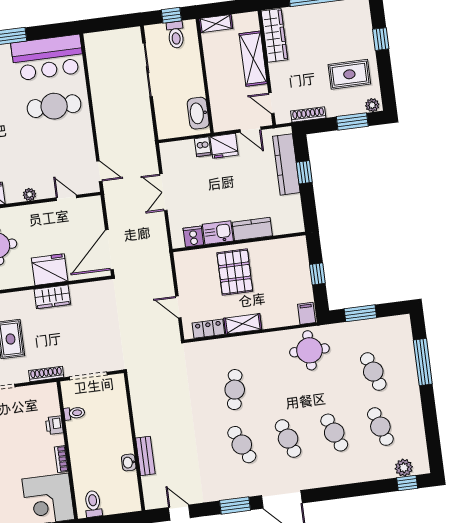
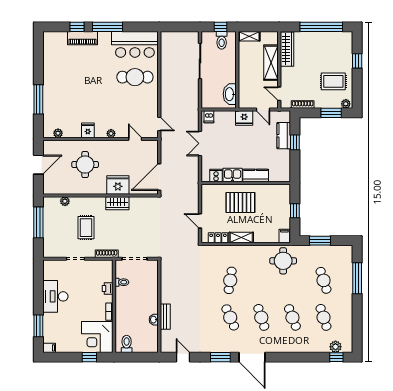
dishwasher: (203, 147) -> (209, 117), moved
kitchen counter: (286, 164) -> (284, 136), width x0.67
pallet: (235, 272) -> (240, 203), turned 90

